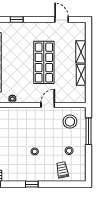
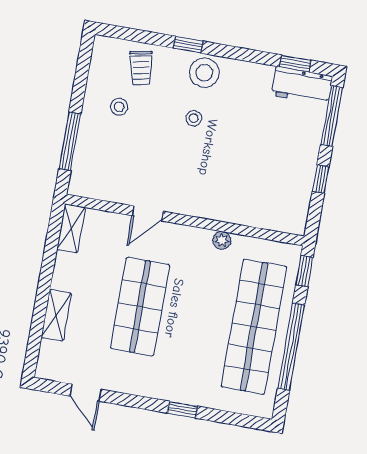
shelving: (81, 75) -> (71, 228), moved
stool: (70, 122) -> (204, 73), moved
window: (32, 184) -> (188, 45), moved

